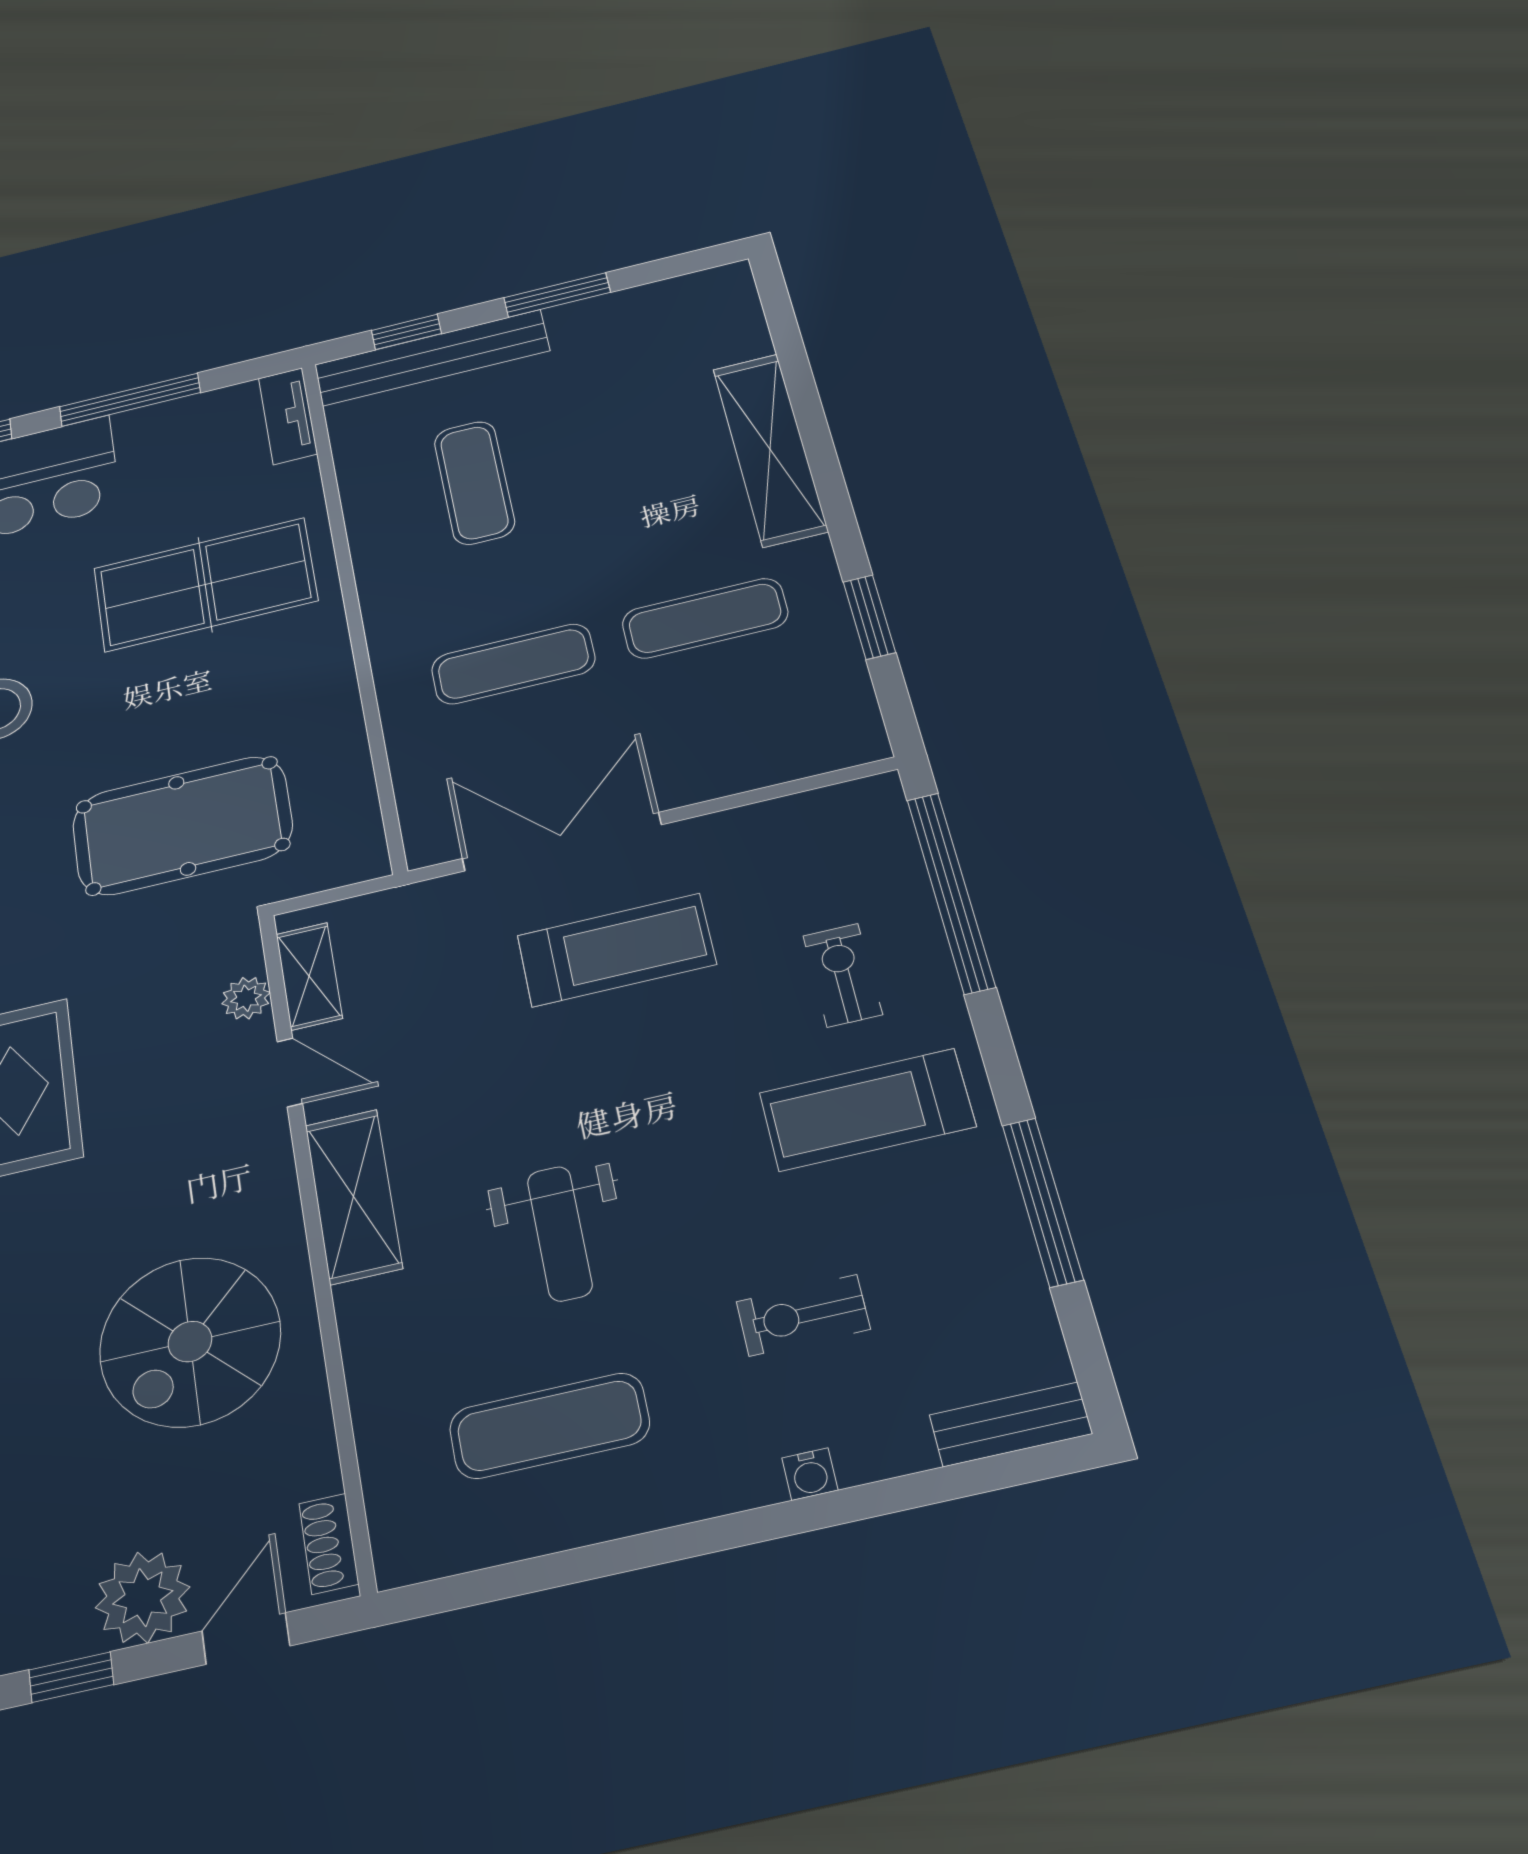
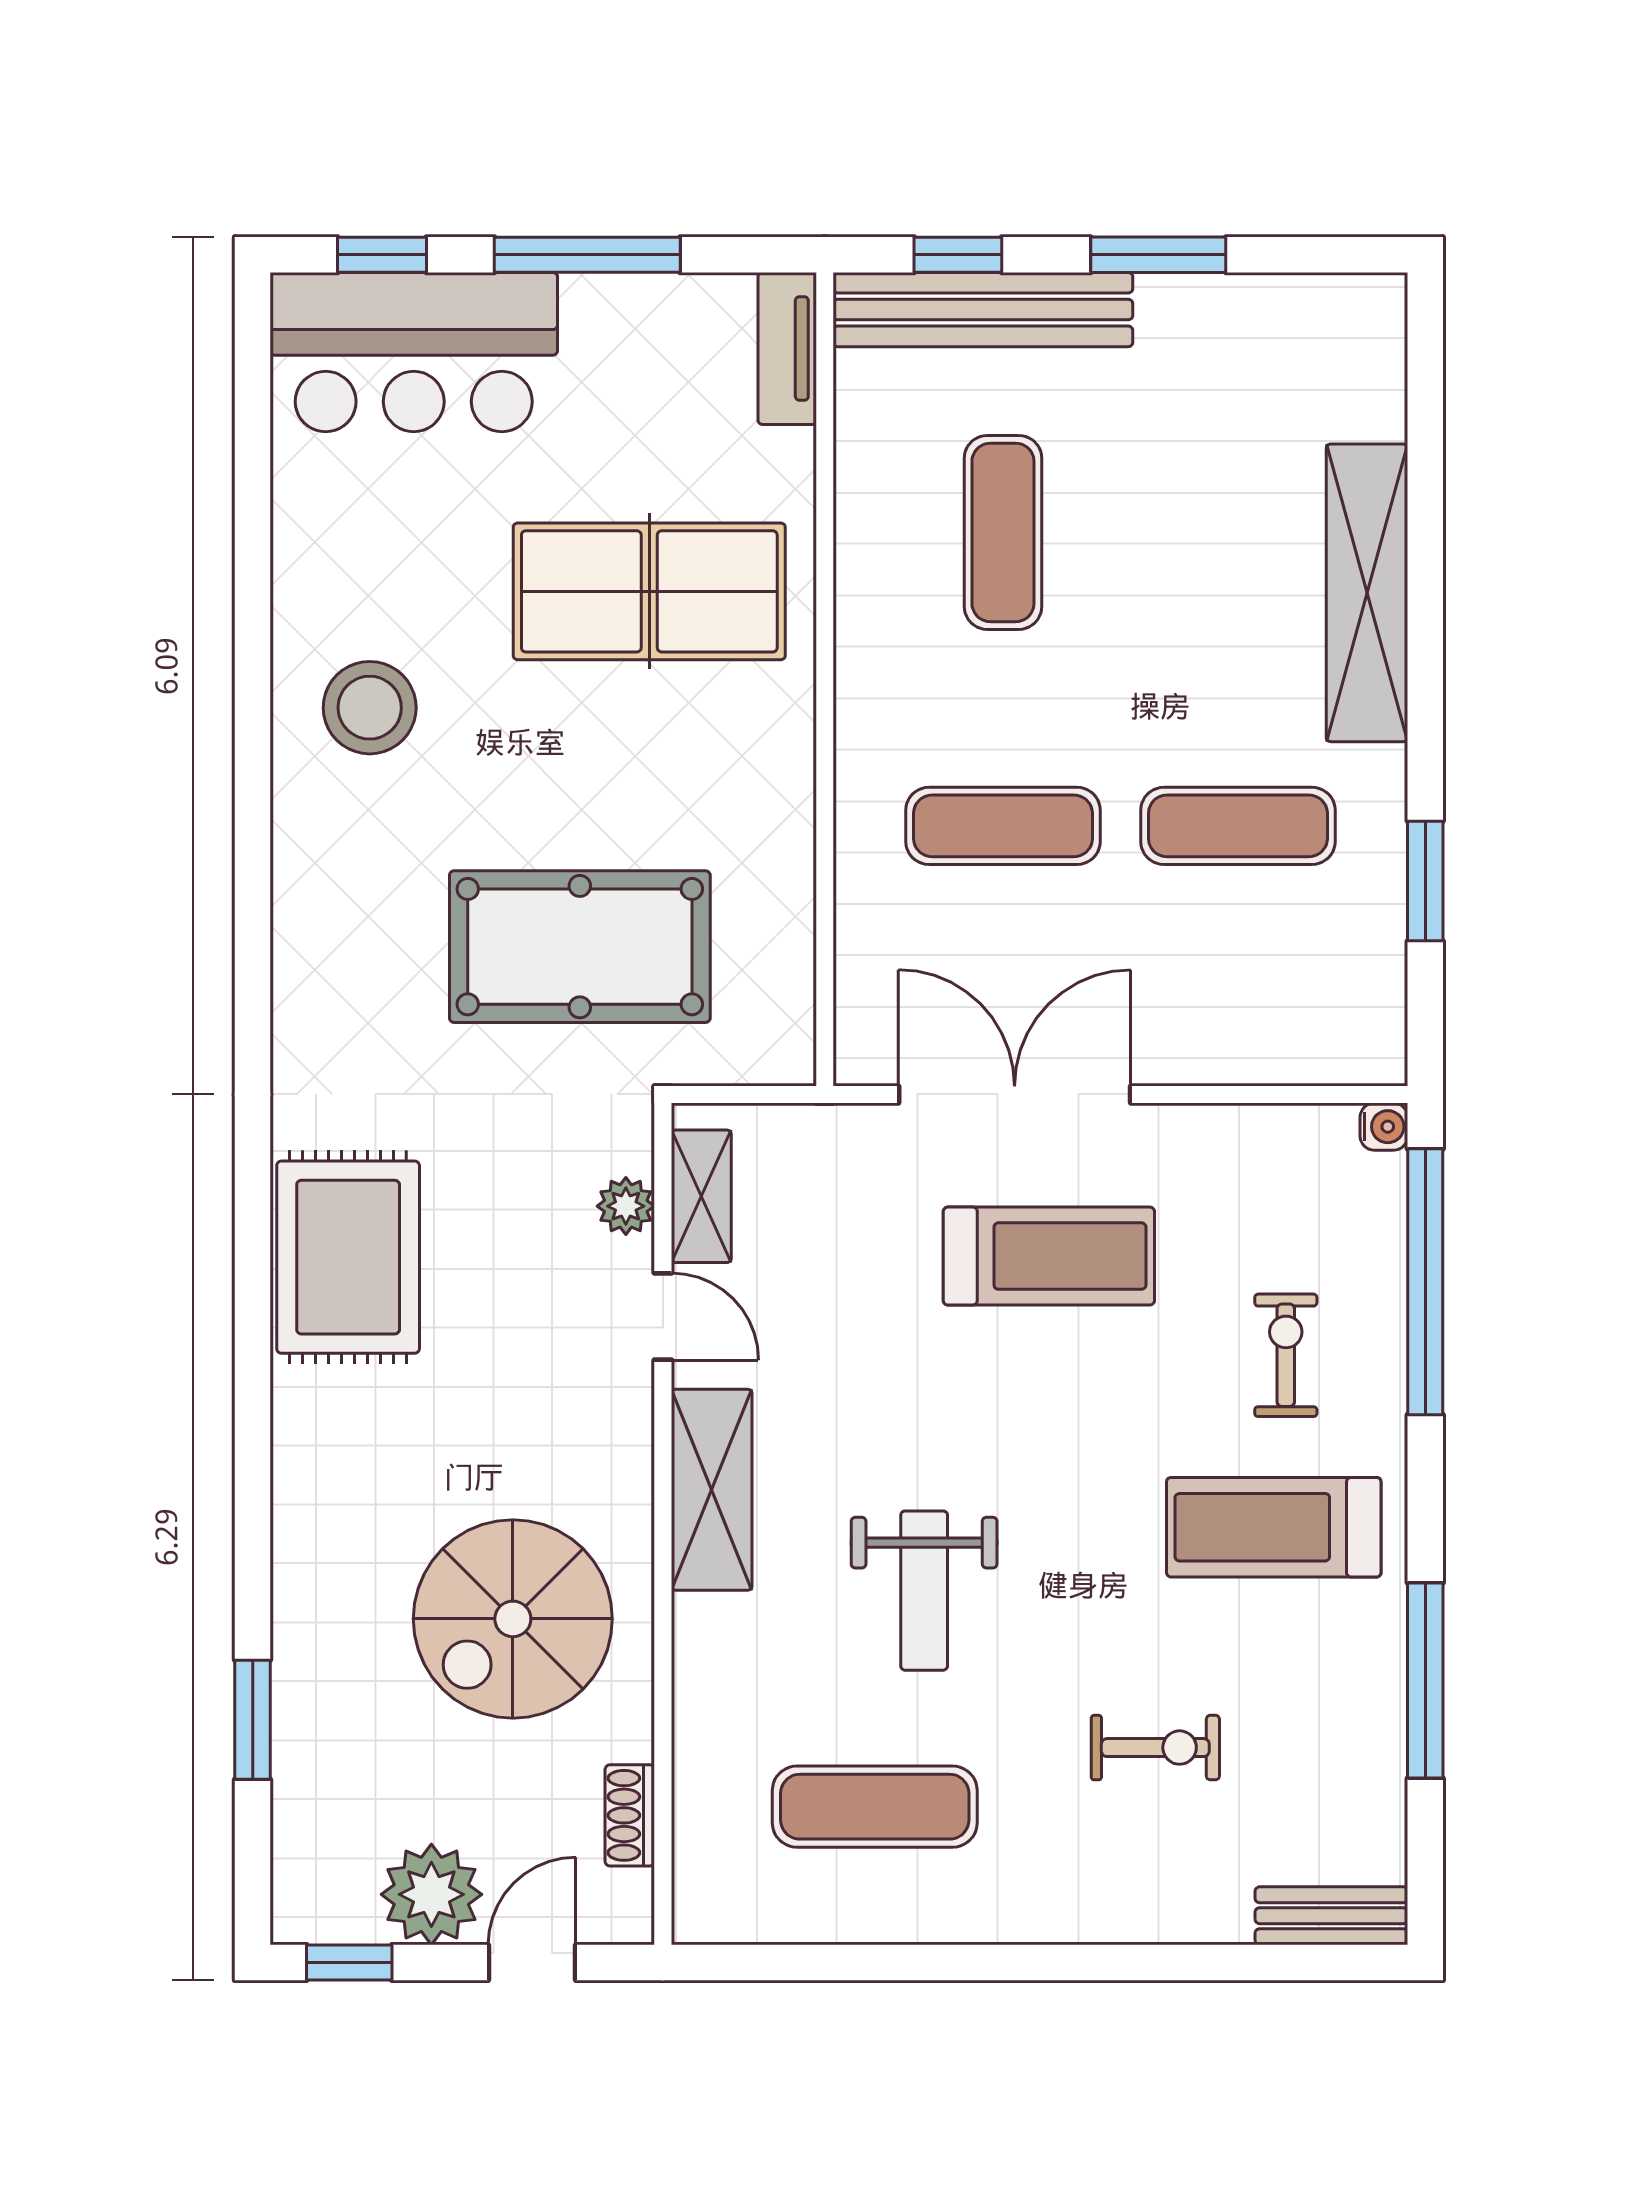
exercise bike: (803, 1315) -> (1155, 1748), turned 180
water cooler: (810, 1474) -> (1384, 1127), moved, turned -90
shoe rack: (329, 1544) -> (630, 1815), moved

